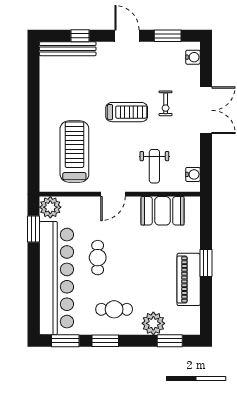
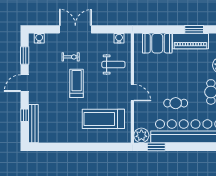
booth: (163, 211) -> (157, 43), moved, turned 90
window: (206, 263) -> (194, 29), moved

